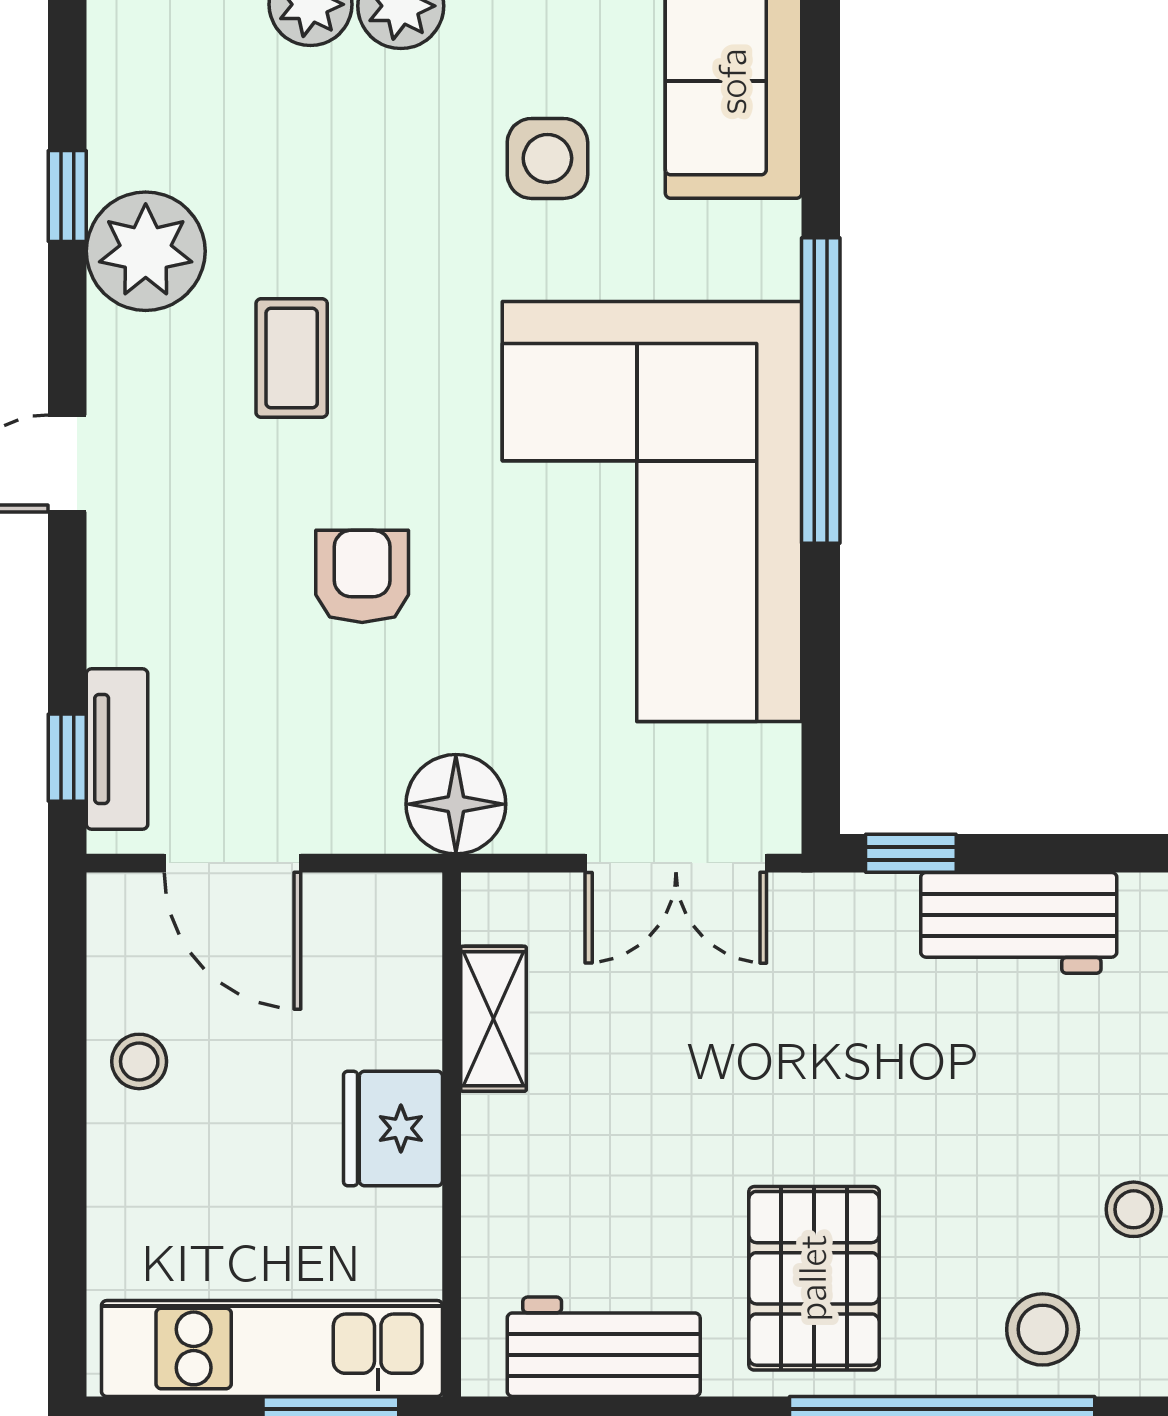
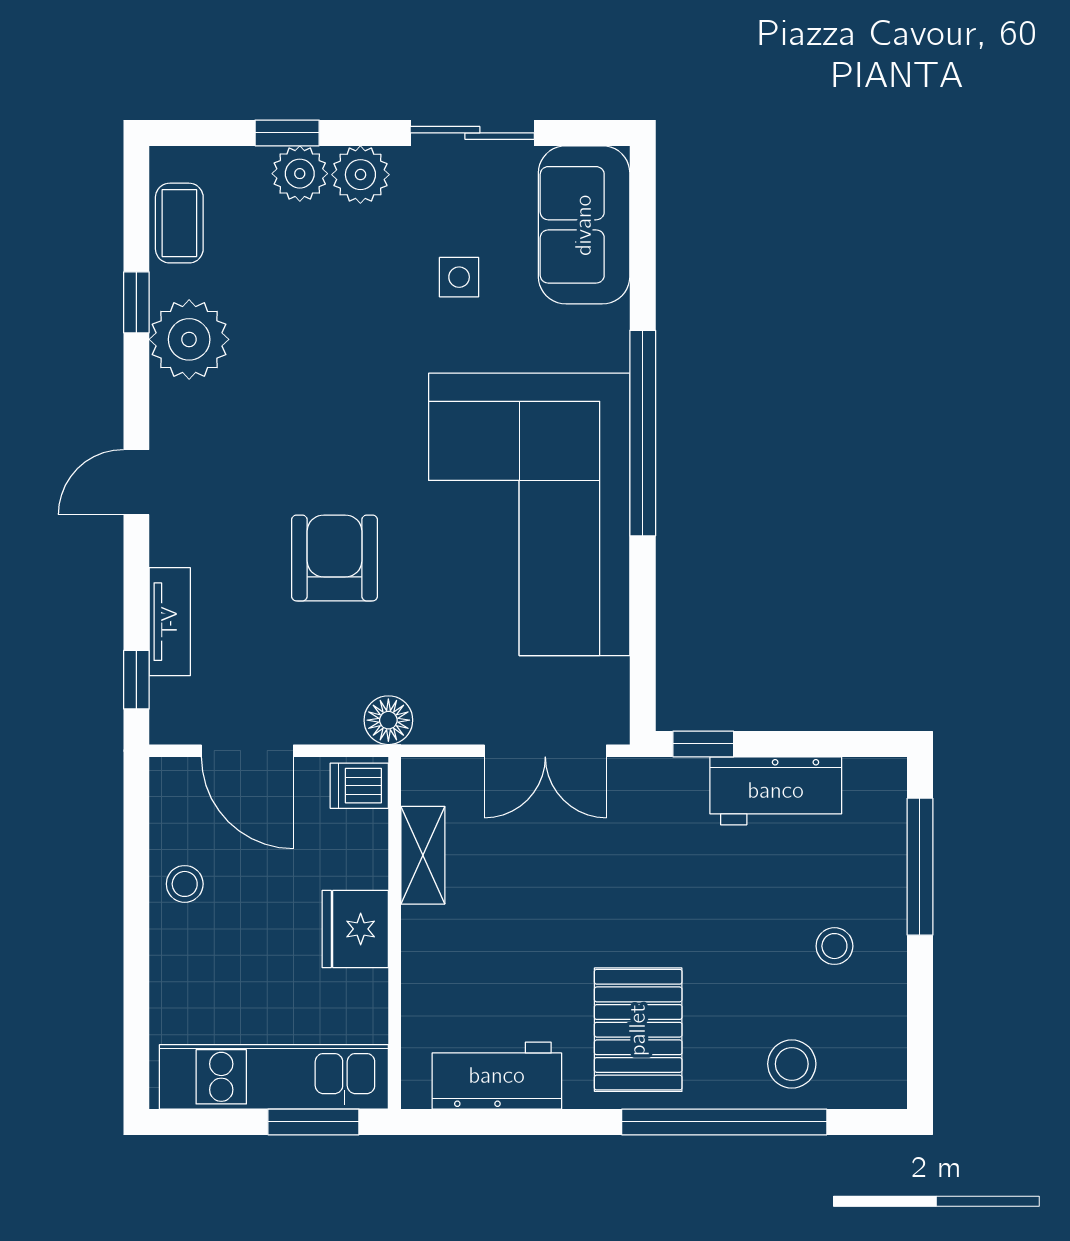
side table: (547, 158) -> (459, 277), width x0.73, depth x0.73
coffee table: (292, 358) -> (179, 223), moved
armchair: (362, 576) -> (335, 558), width x1.38, depth x1.38
tv unit: (117, 749) -> (170, 622), moved
floor lamp: (456, 804) -> (388, 720), width x0.73, depth x0.73
dishwasher: (399, 915) -> (359, 786), added
stool: (1134, 1209) -> (834, 946), moved

